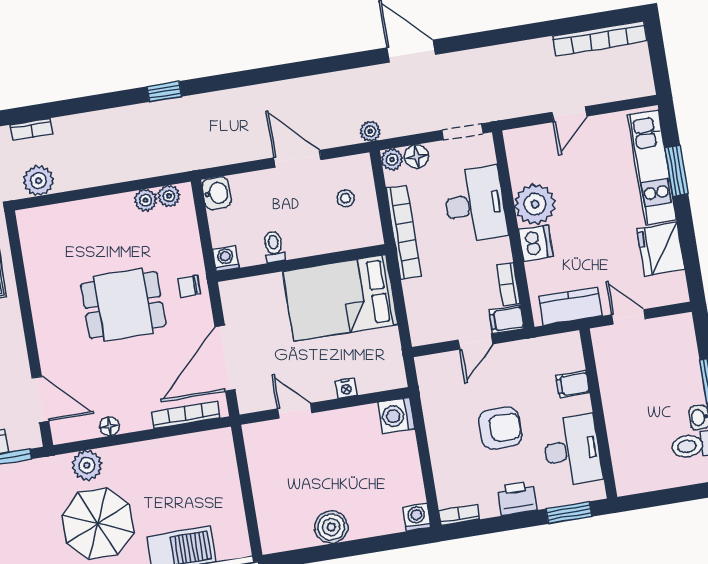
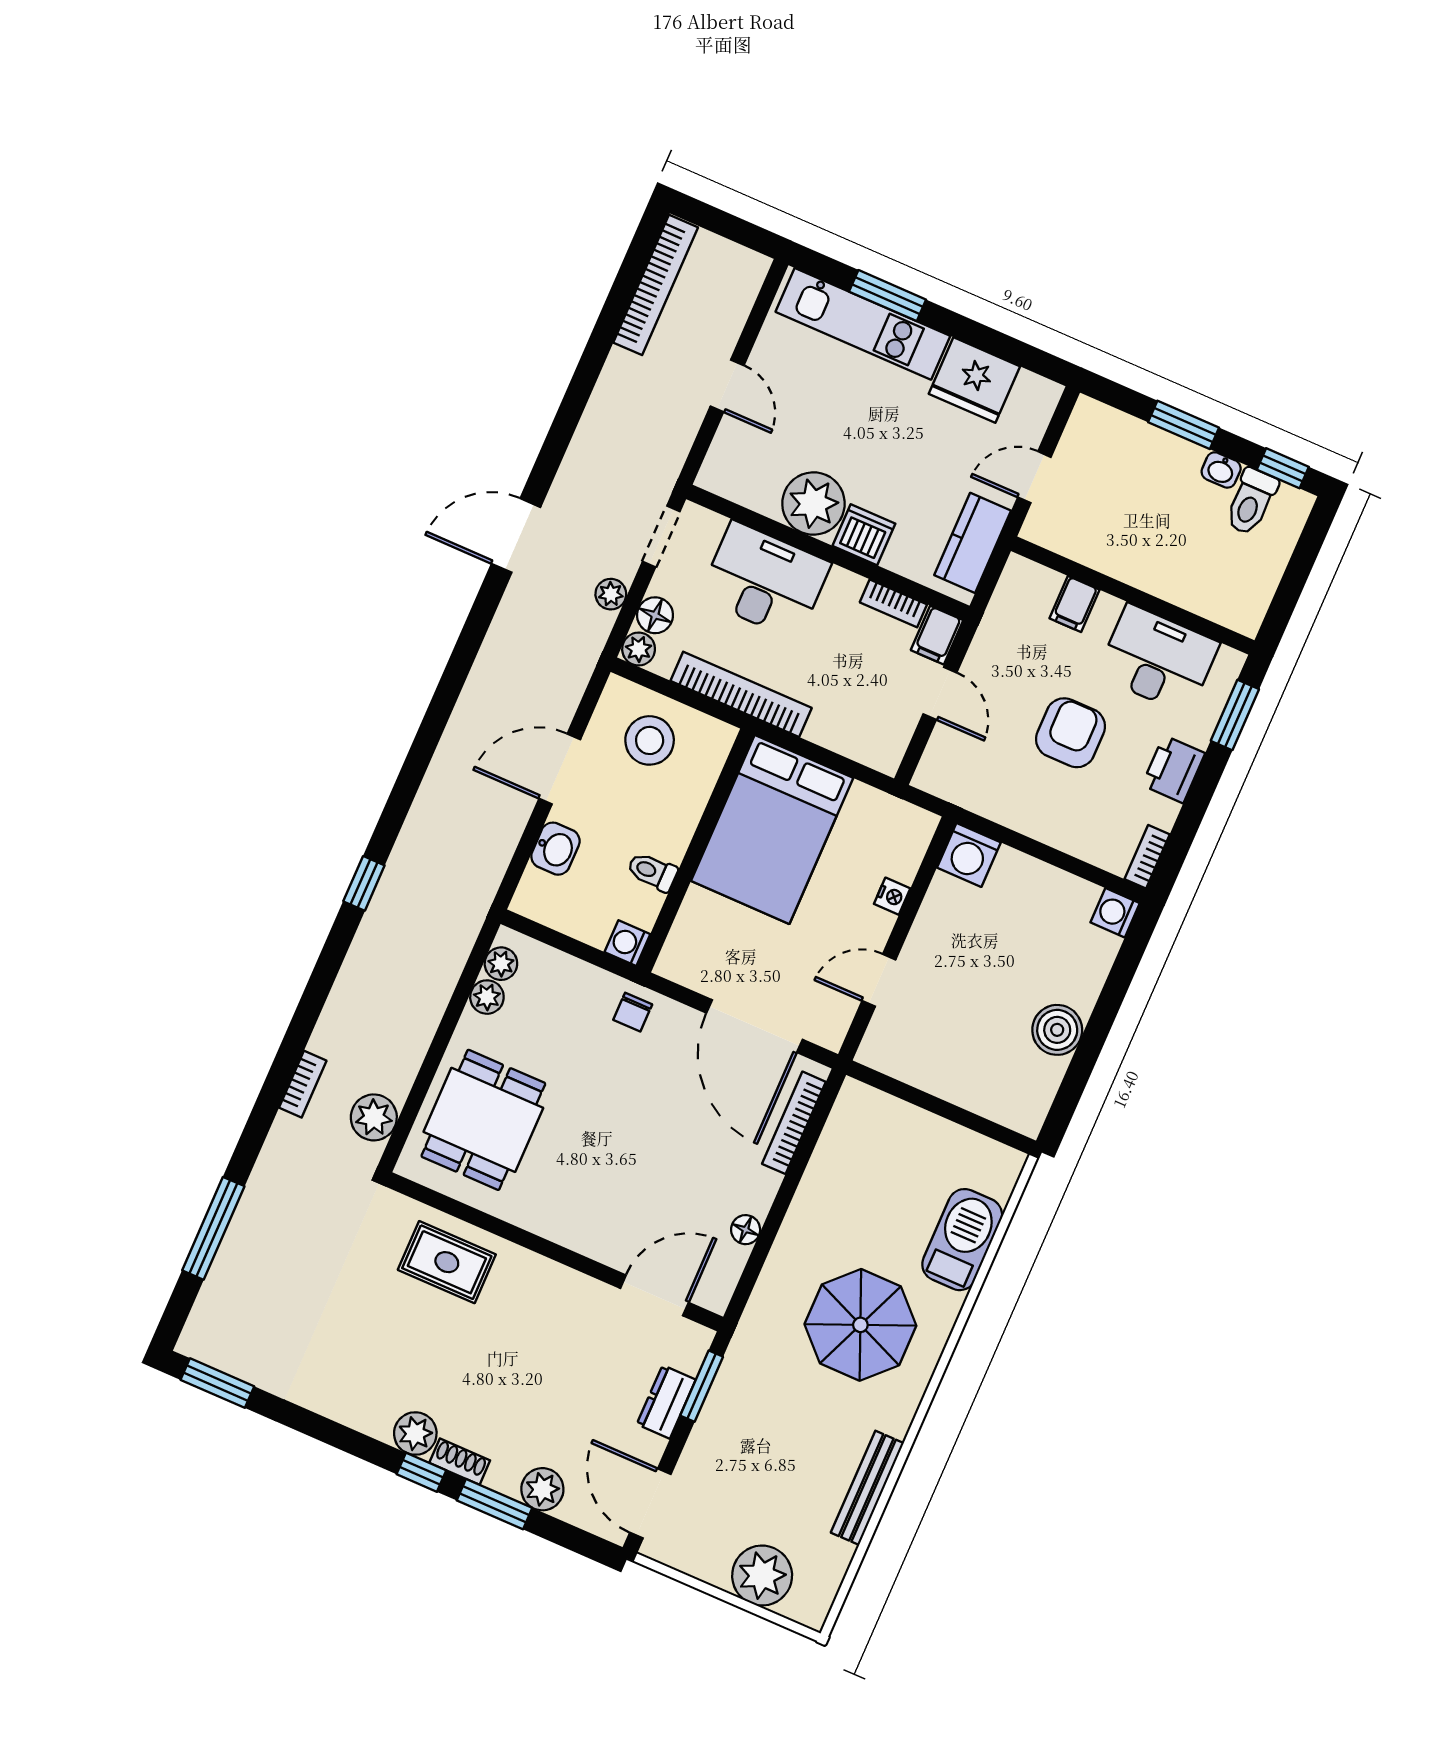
plant: (370, 131) -> (611, 594), moved
washbasin: (217, 193) -> (555, 849), moved, turned 90
stool: (345, 198) -> (650, 740), width x1.89, depth x1.89
dining table: (123, 305) -> (483, 1120), moved
plant: (87, 465) -> (777, 1291), removed

